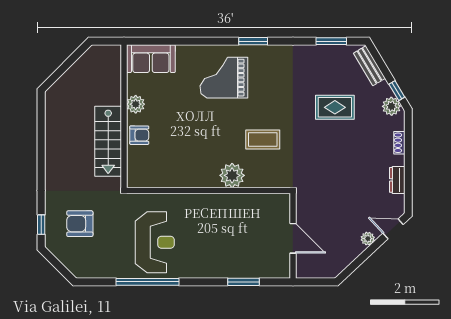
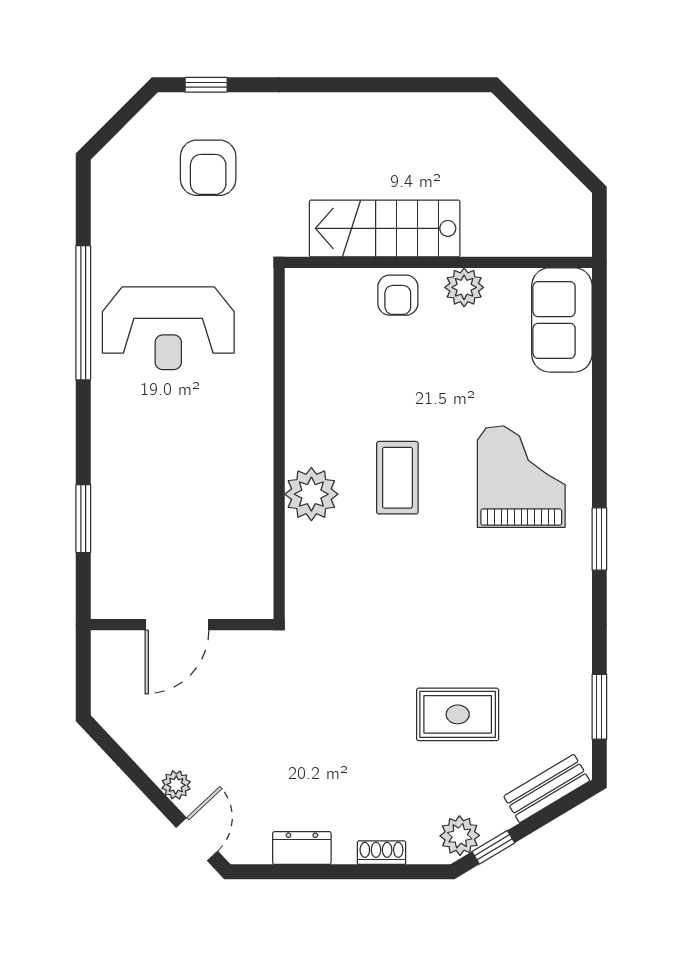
rug: (335, 107) -> (458, 714), turned 90
coffee table: (263, 139) -> (397, 478), moved
armchair: (80, 224) -> (208, 168), turned 180

